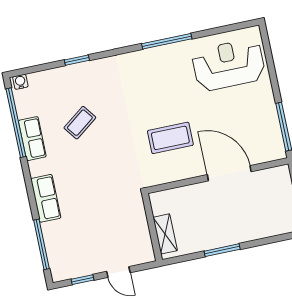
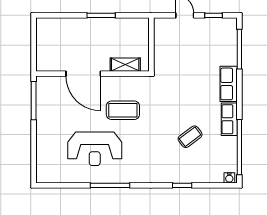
reception desk: (229, 65) -> (95, 149), moved
row of seats: (32, 139) -> (229, 119), moved
shelving: (165, 234) -> (125, 65), moved, turned 90

